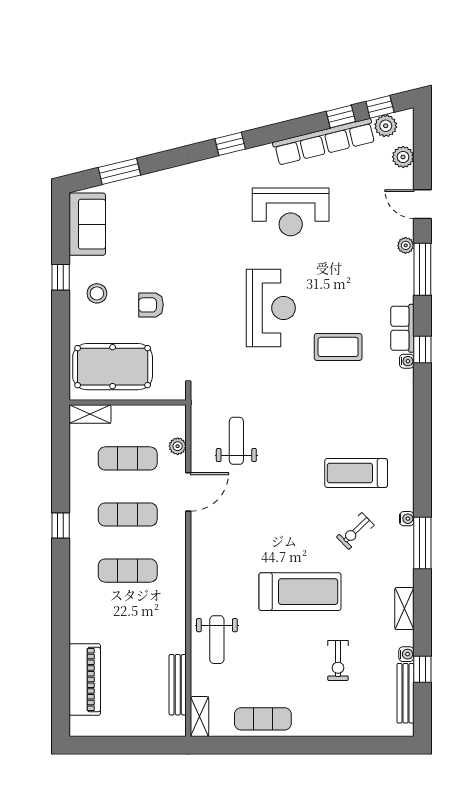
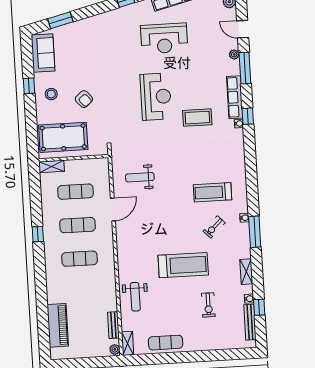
armchair: (151, 305) -> (84, 99), turned -131
row of seats: (402, 328) -> (235, 97), width x1.48
weight bench: (236, 441) -> (140, 177), turned -90
plant: (178, 446) -> (115, 349), moved
bench: (178, 685) -> (113, 325), width x0.73

